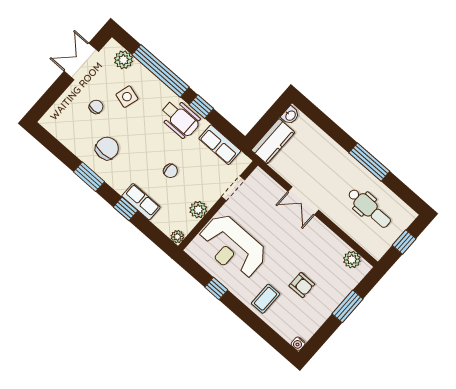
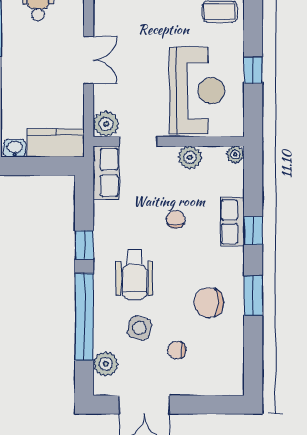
wheelchair: (180, 119) -> (135, 275), moved, turned 180
row of seats: (220, 145) -> (106, 172), moved
plant: (259, 179) -> (106, 124), added

